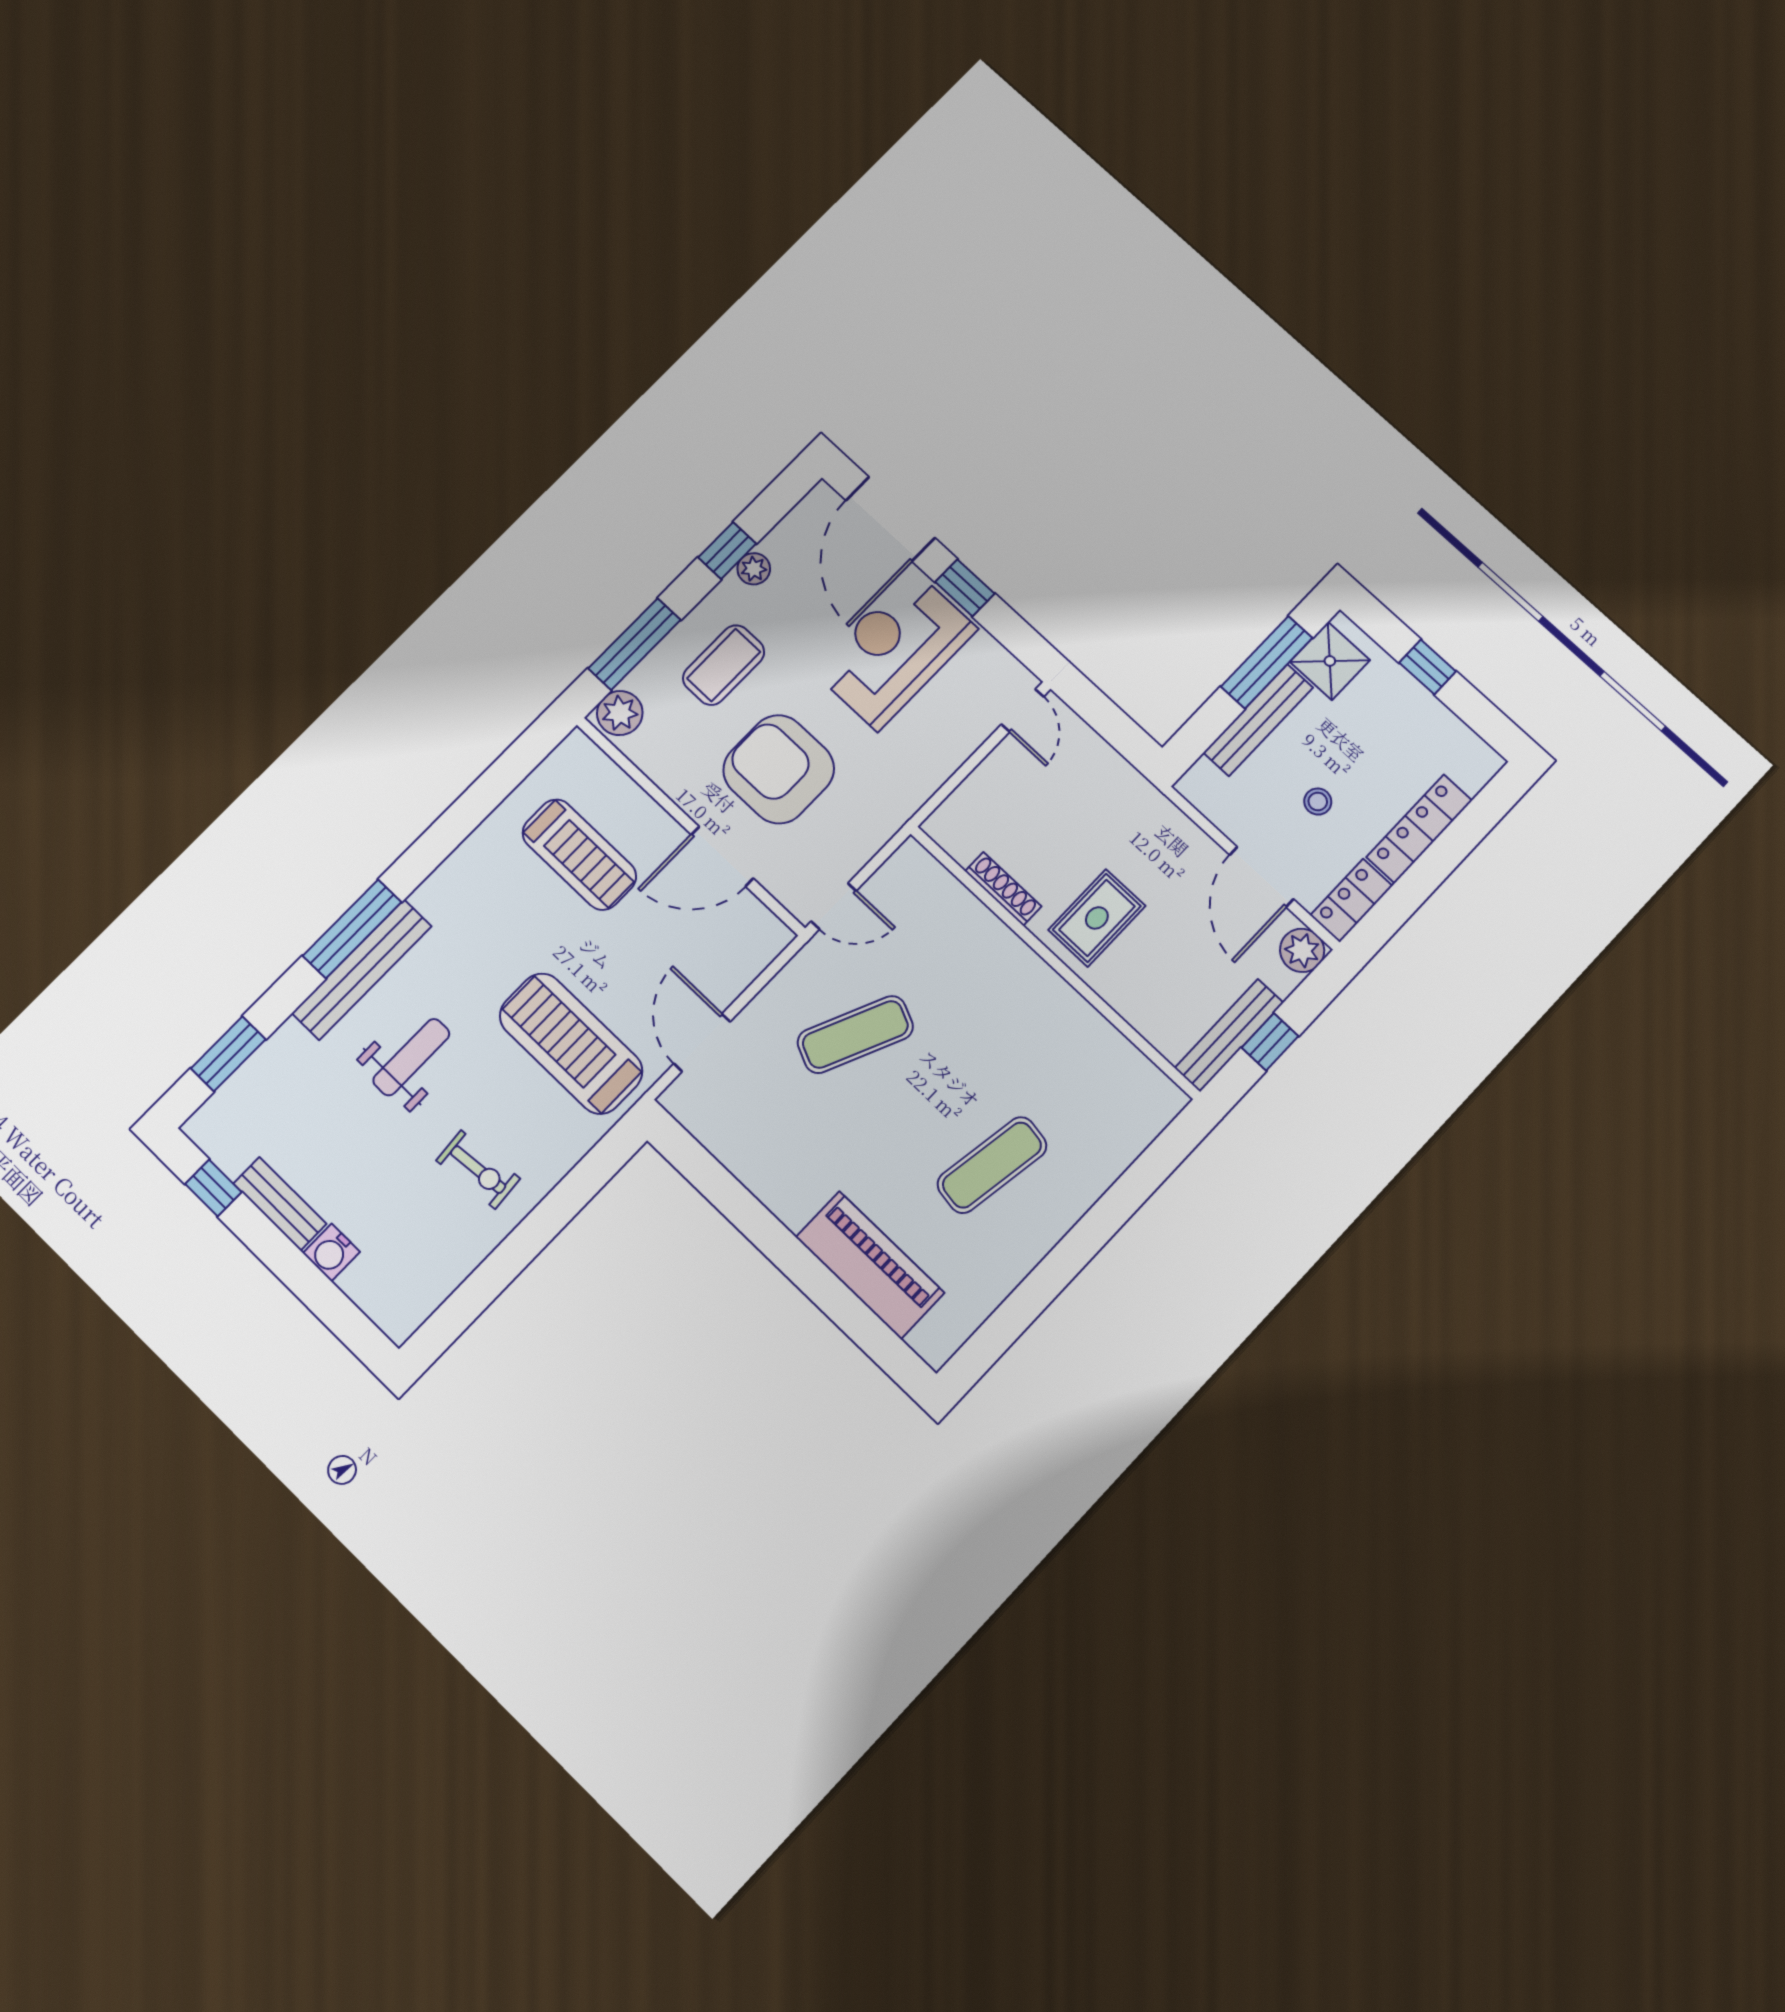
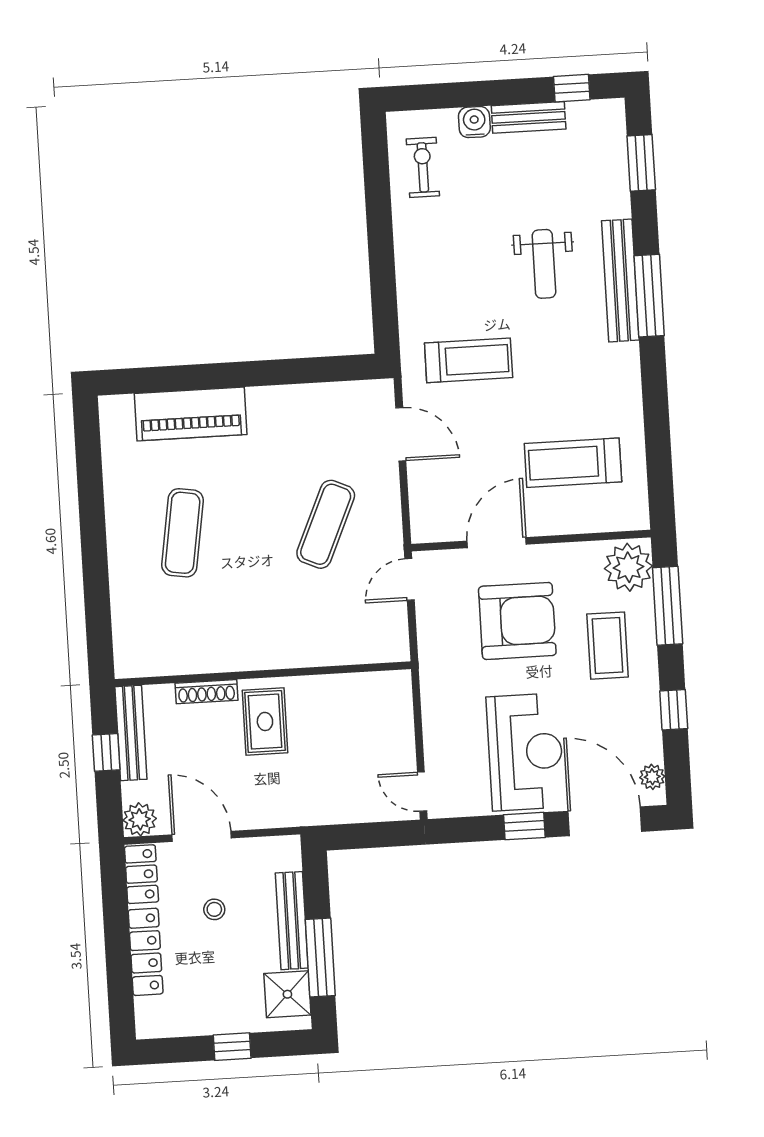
plant: (754, 569) -> (652, 777), moved
plant: (620, 713) -> (628, 567), width x1.36, depth x1.36
shoe rack: (1003, 889) -> (206, 692), moved
treadmill: (571, 1044) -> (469, 360), width x0.73, depth x0.73
exercise bike: (478, 1170) -> (423, 167), moved, turned 95

